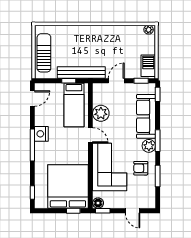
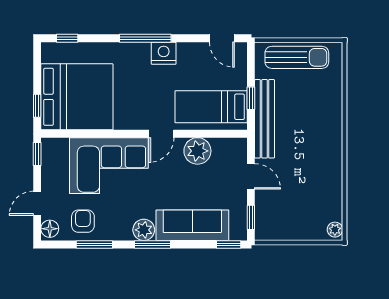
barbecue: (148, 66) -> (276, 229), removed
armchair: (141, 168) -> (83, 221), moved
floor lamp: (98, 203) -> (50, 229), moved

